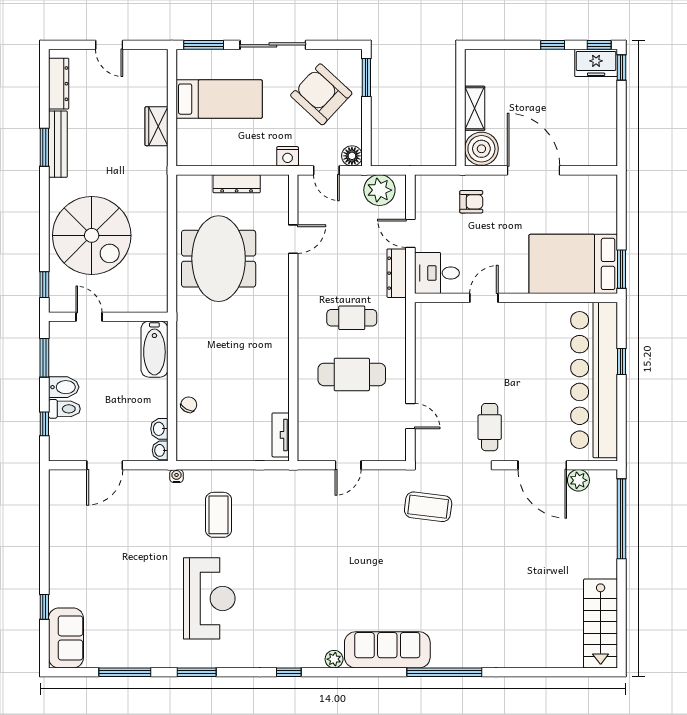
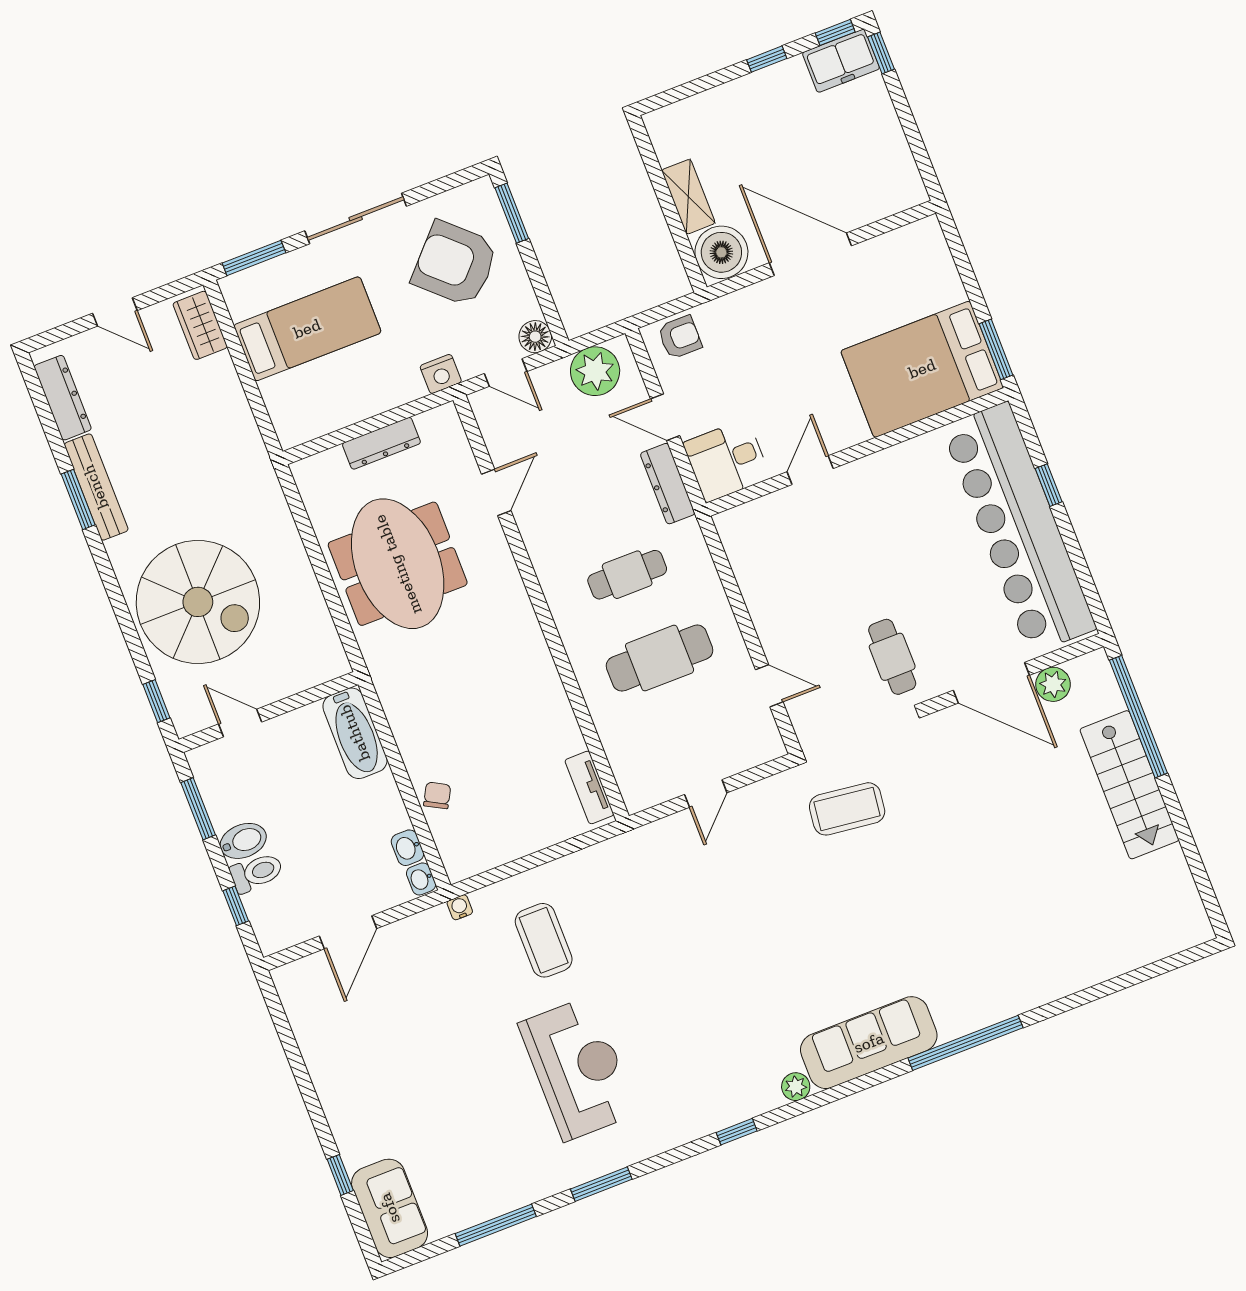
wardrobe: (156, 126) -> (200, 325), moved
armchair: (471, 202) -> (680, 337), moved
stairs: (601, 623) -> (1129, 785), moved

